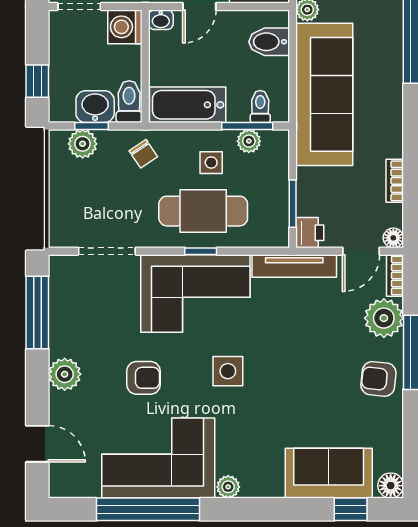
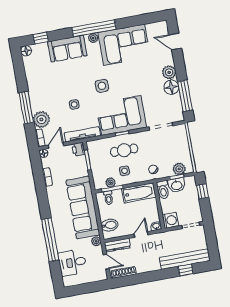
cafe table: (203, 211) -> (124, 150), width x0.73, depth x0.74
floor lamp: (66, 338) -> (171, 87), added
side table: (301, 339) -> (74, 104), added
armchair: (144, 378) -> (136, 77), removed
armchair: (378, 379) -> (39, 94), removed
sofa: (329, 473) -> (67, 49), moved
window: (148, 509) -> (94, 28), moved

